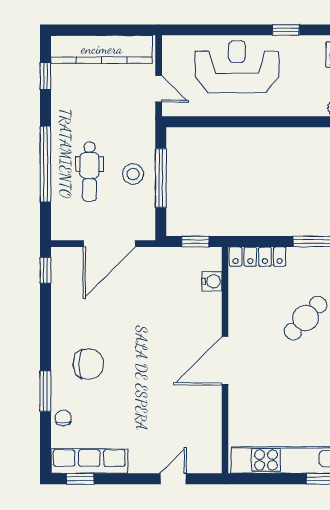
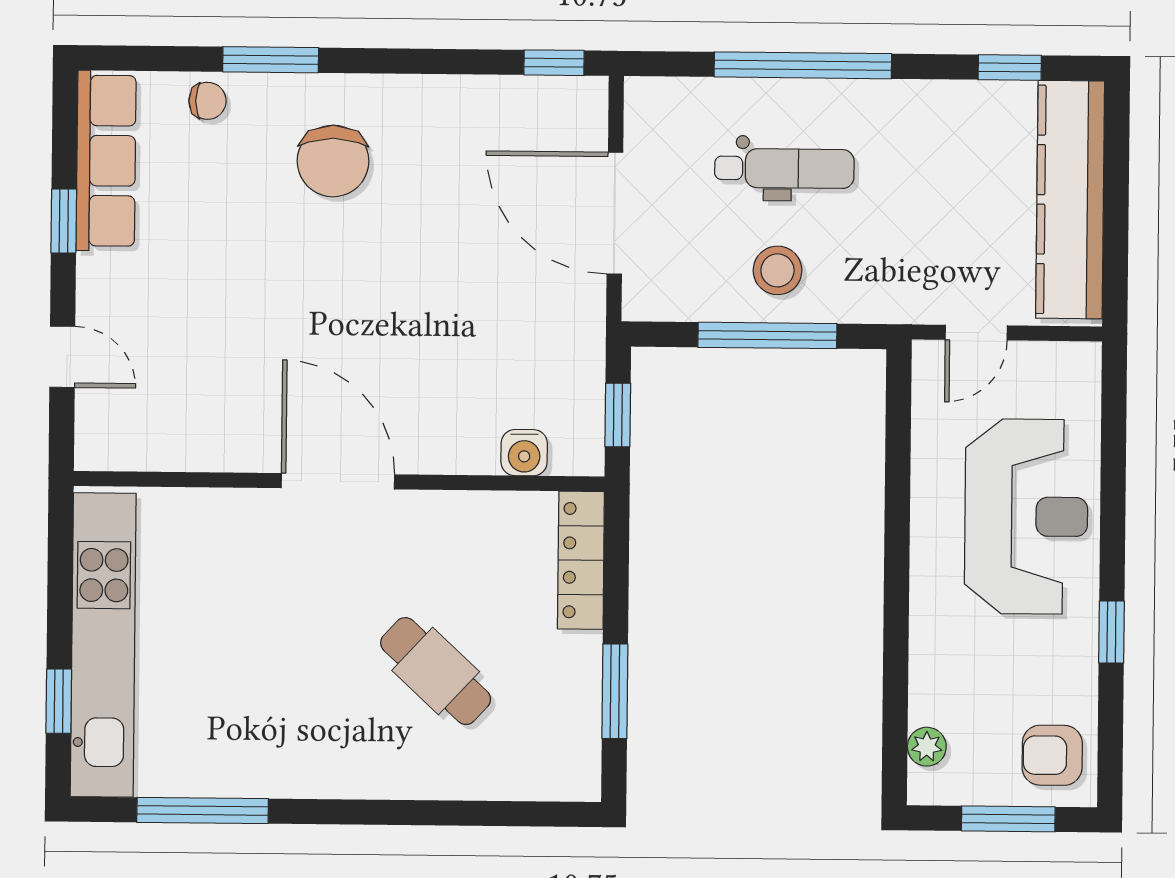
dental chair: (89, 171) -> (784, 168), turned 180
window: (80, 479) -> (64, 221), moved

